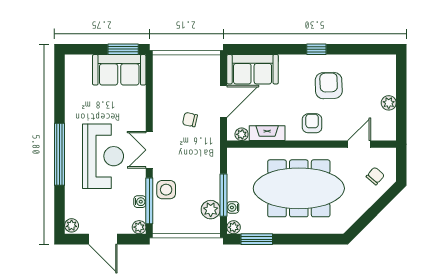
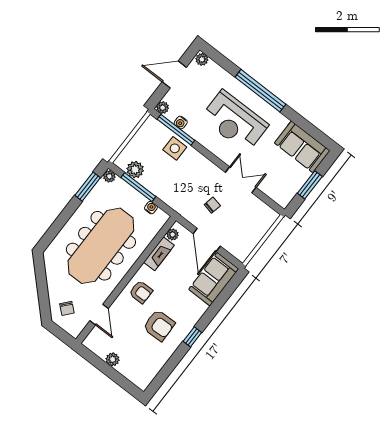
window: (123, 49) -> (310, 185), moved
sofa: (119, 70) -> (302, 147), moved, turned -90
double door: (149, 150) -> (241, 180), moved
water cooler: (233, 207) -> (151, 208), moved

